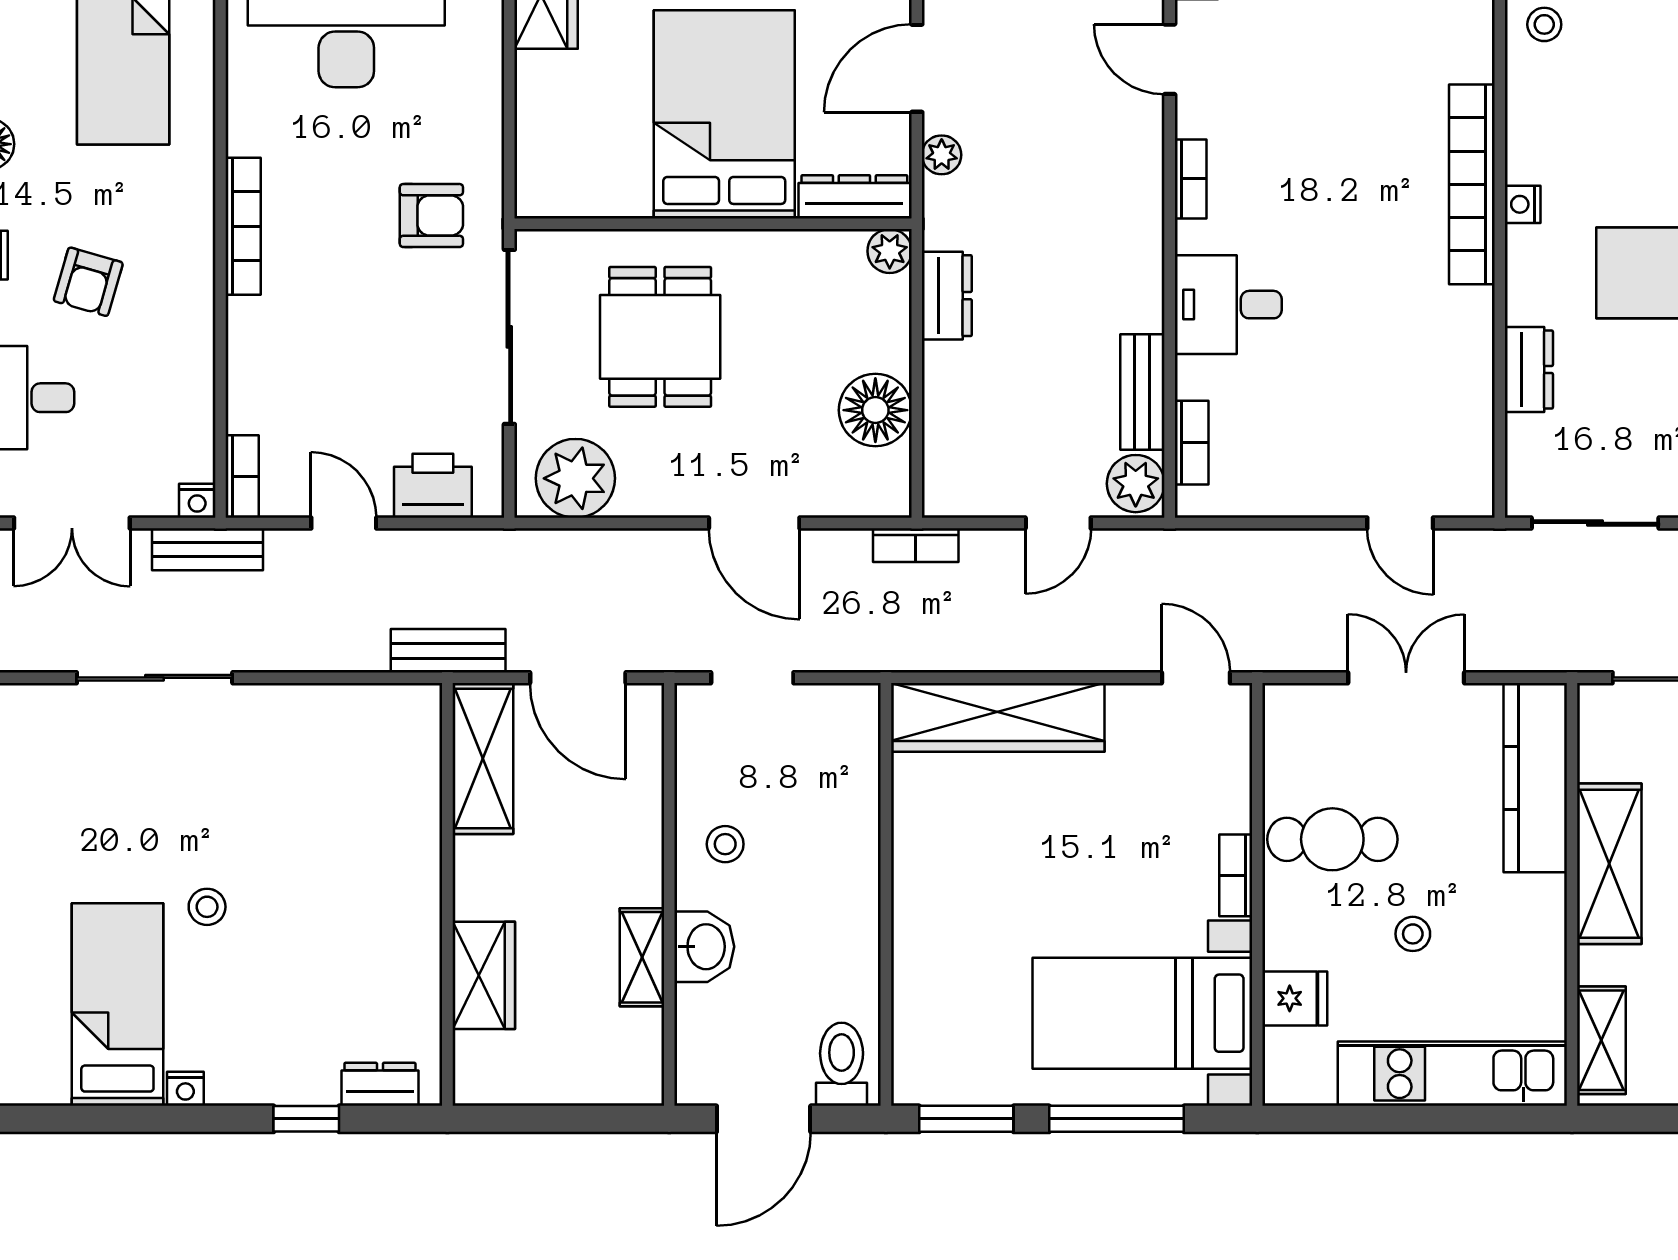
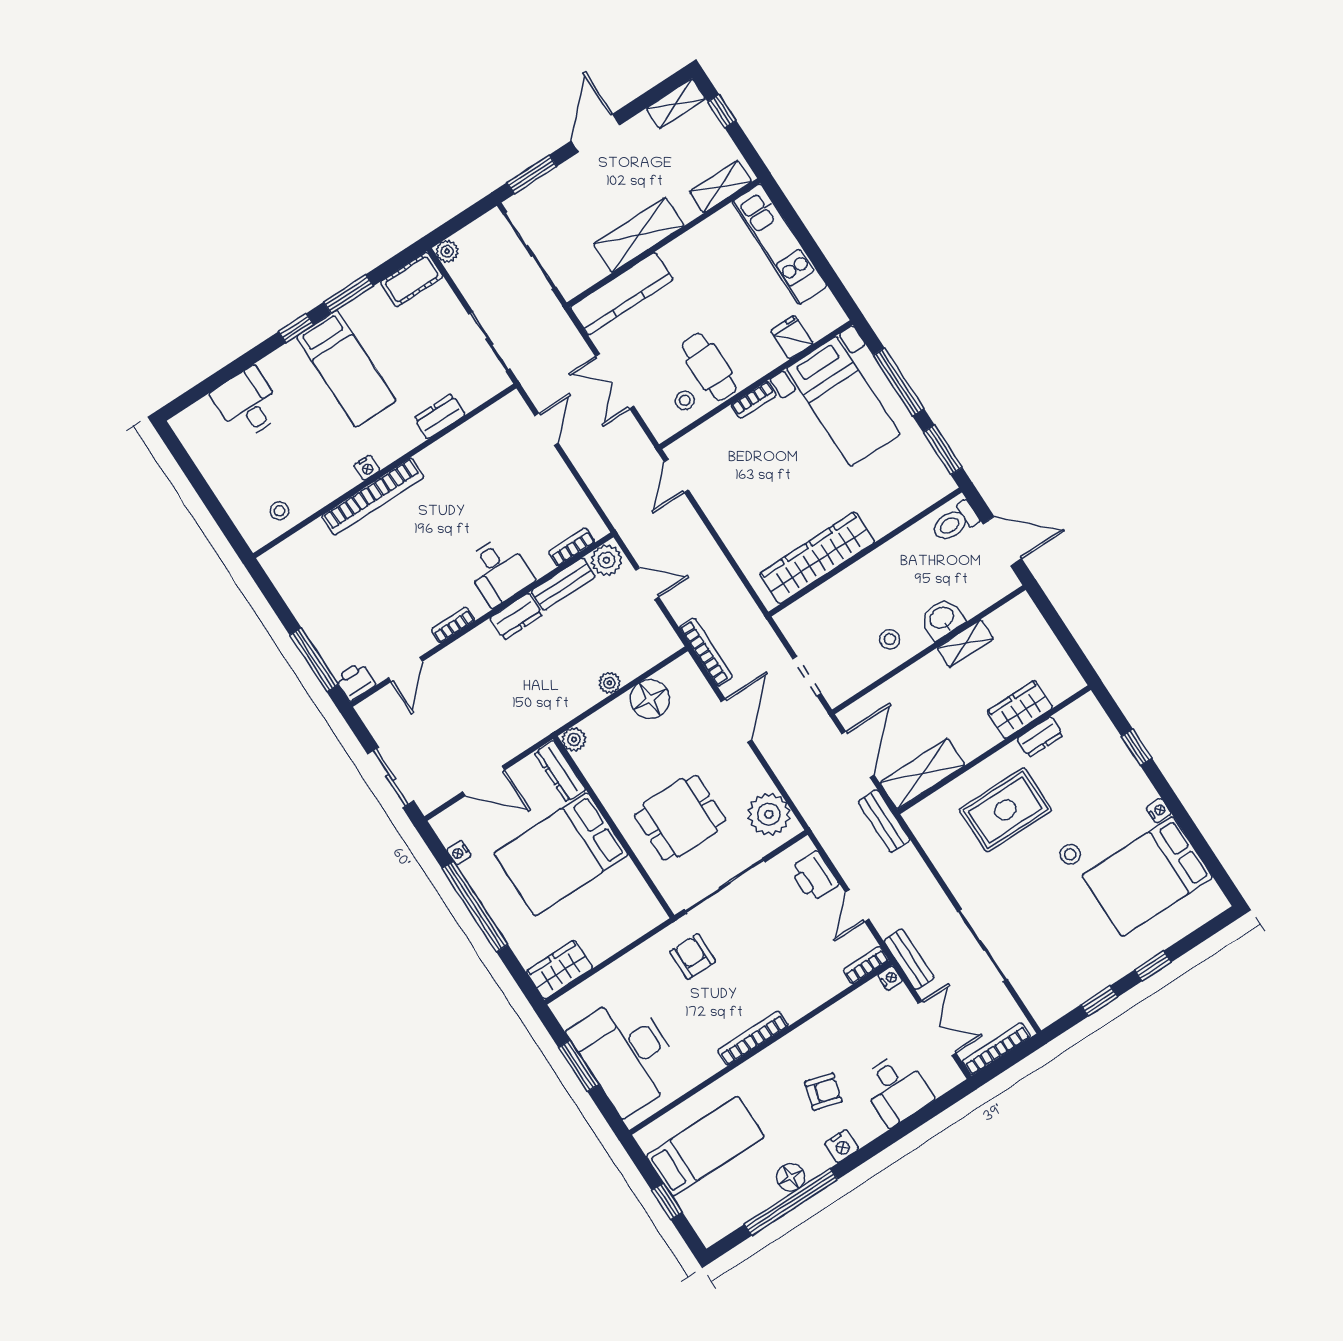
plant: (942, 155) -> (609, 683), moved
dresser: (947, 296) -> (516, 616), moved, turned 180
bookcase: (916, 545) -> (706, 652), width x1.56
wardrobe: (998, 717) -> (817, 558), moved, turned -90
rug: (342, 851) -> (1005, 810), added
stool: (1413, 934) -> (685, 400), moved
bed: (117, 1004) -> (1147, 876), width x1.50
dresser: (380, 1084) -> (1040, 737), moved, turned -90

